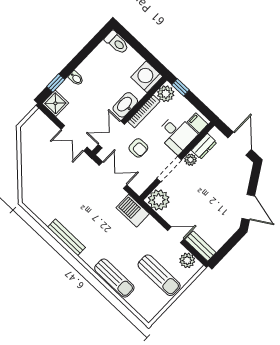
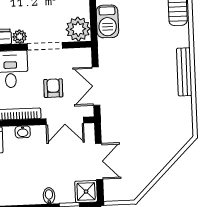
washbasin: (125, 105) -> (23, 132), width x0.52, depth x0.69
double door: (74, 138) -> (99, 161), moved
barbecue: (133, 211) -> (107, 21), moved

